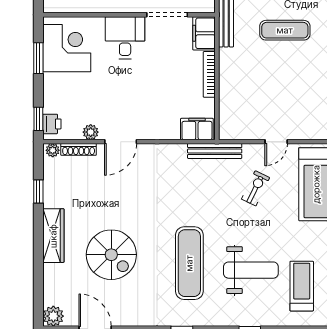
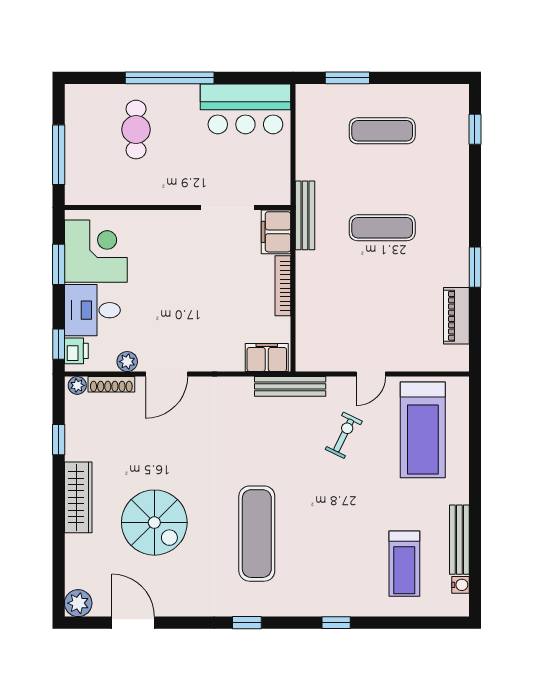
desk: (125, 38) -> (92, 310), moved, turned -90
weight bench: (251, 270) -> (338, 543), removed
treadmill: (302, 286) -> (404, 564), turned 180

